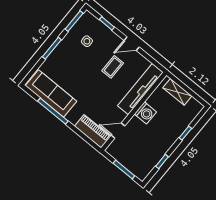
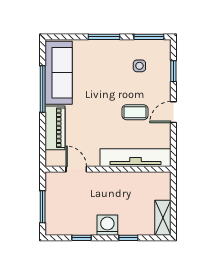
door: (132, 44) -> (173, 112), hinge flipped
shelving: (177, 92) -> (163, 218), moved
washing machine: (145, 113) -> (107, 225), moved, turned 180
piano: (93, 131) -> (55, 128), moved

